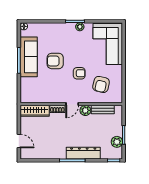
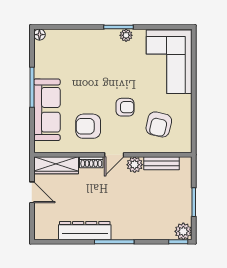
sofa: (29, 57) -> (47, 110), moved
armchair: (55, 61) -> (88, 126), moved
door: (19, 141) -> (32, 192), moved
plant: (117, 142) -> (183, 231), moved
dresser: (83, 153) -> (85, 231), moved

